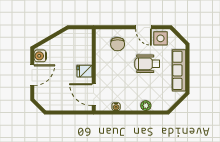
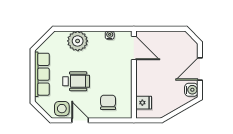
fridge: (84, 71) -> (144, 103), moved
plant: (146, 106) -> (78, 41), width x1.88, depth x1.88

